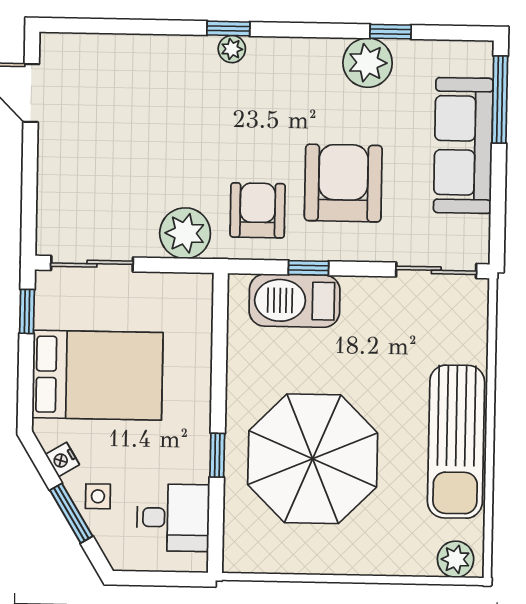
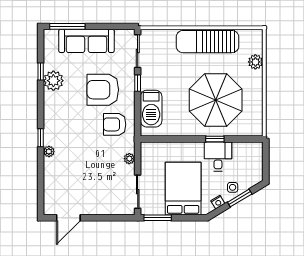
plant: (232, 49) -> (49, 152), moved
plant: (185, 233) -> (129, 159), width x0.53, depth x0.53
window: (309, 268) -> (138, 83), moved
window: (27, 311) -> (158, 218), width x1.50
sun lounger: (456, 442) -> (207, 42), turned 180
desk: (173, 518) -> (218, 156), moved
plant: (456, 559) -> (255, 62), moved

